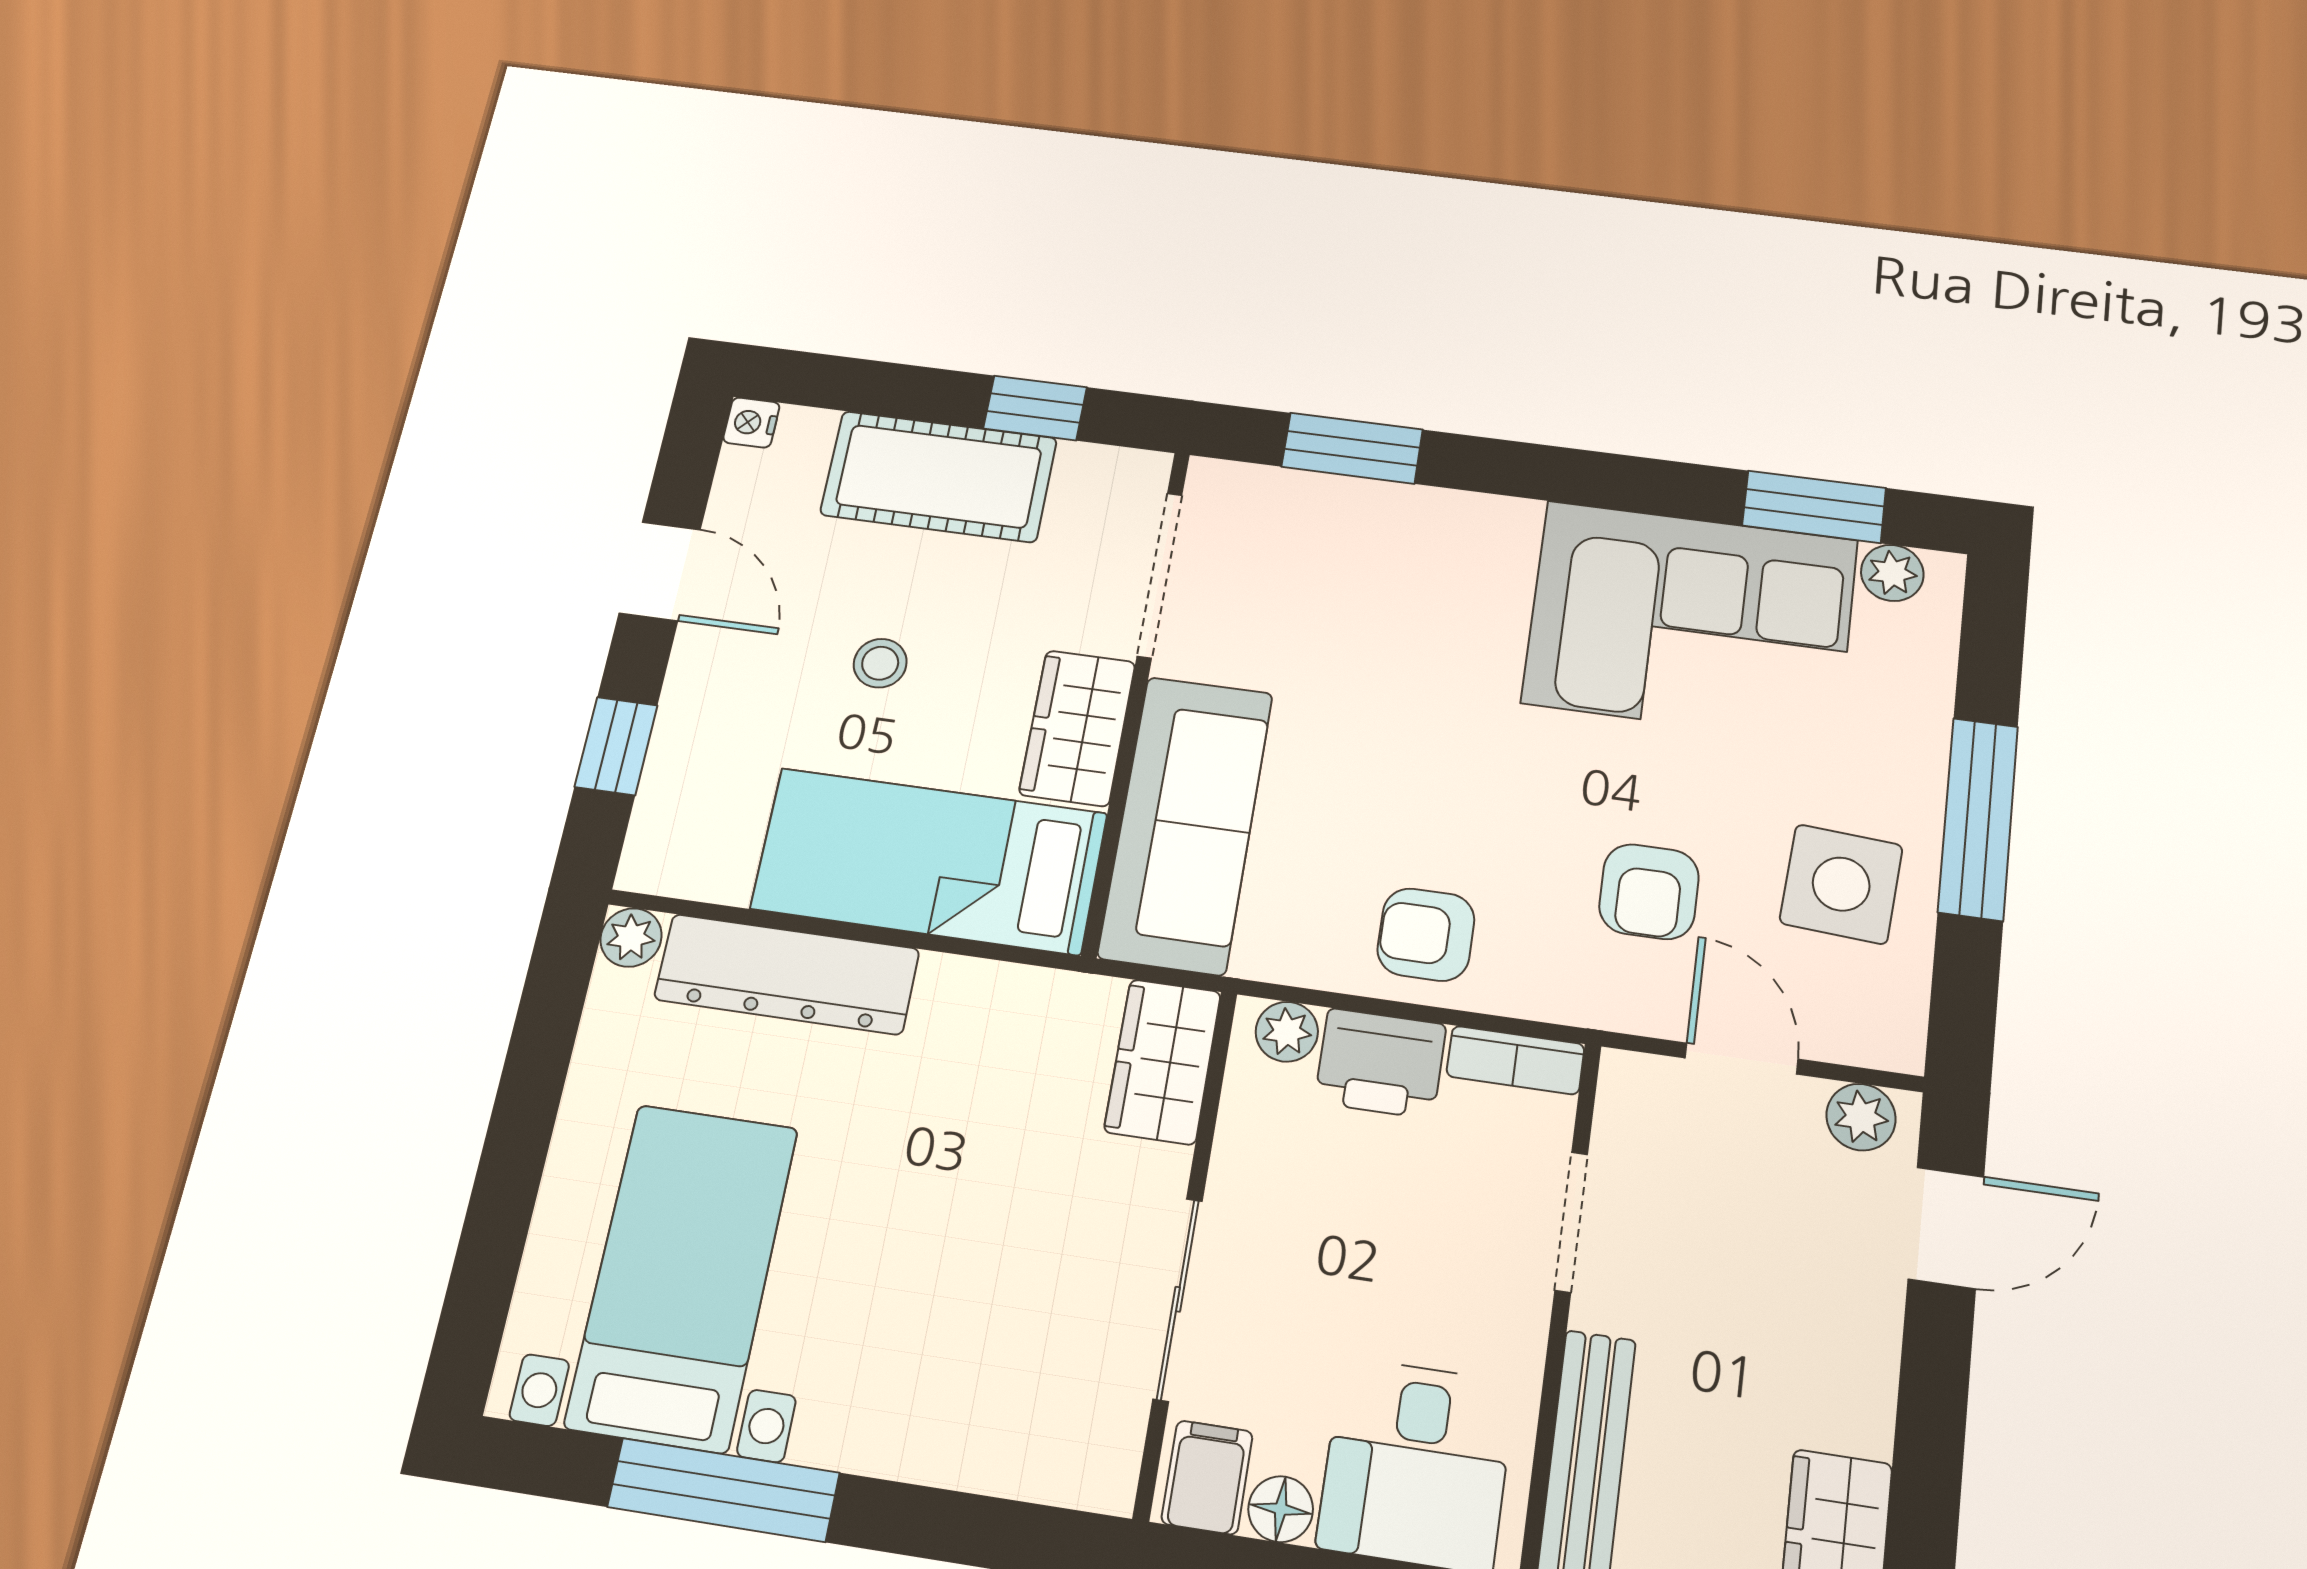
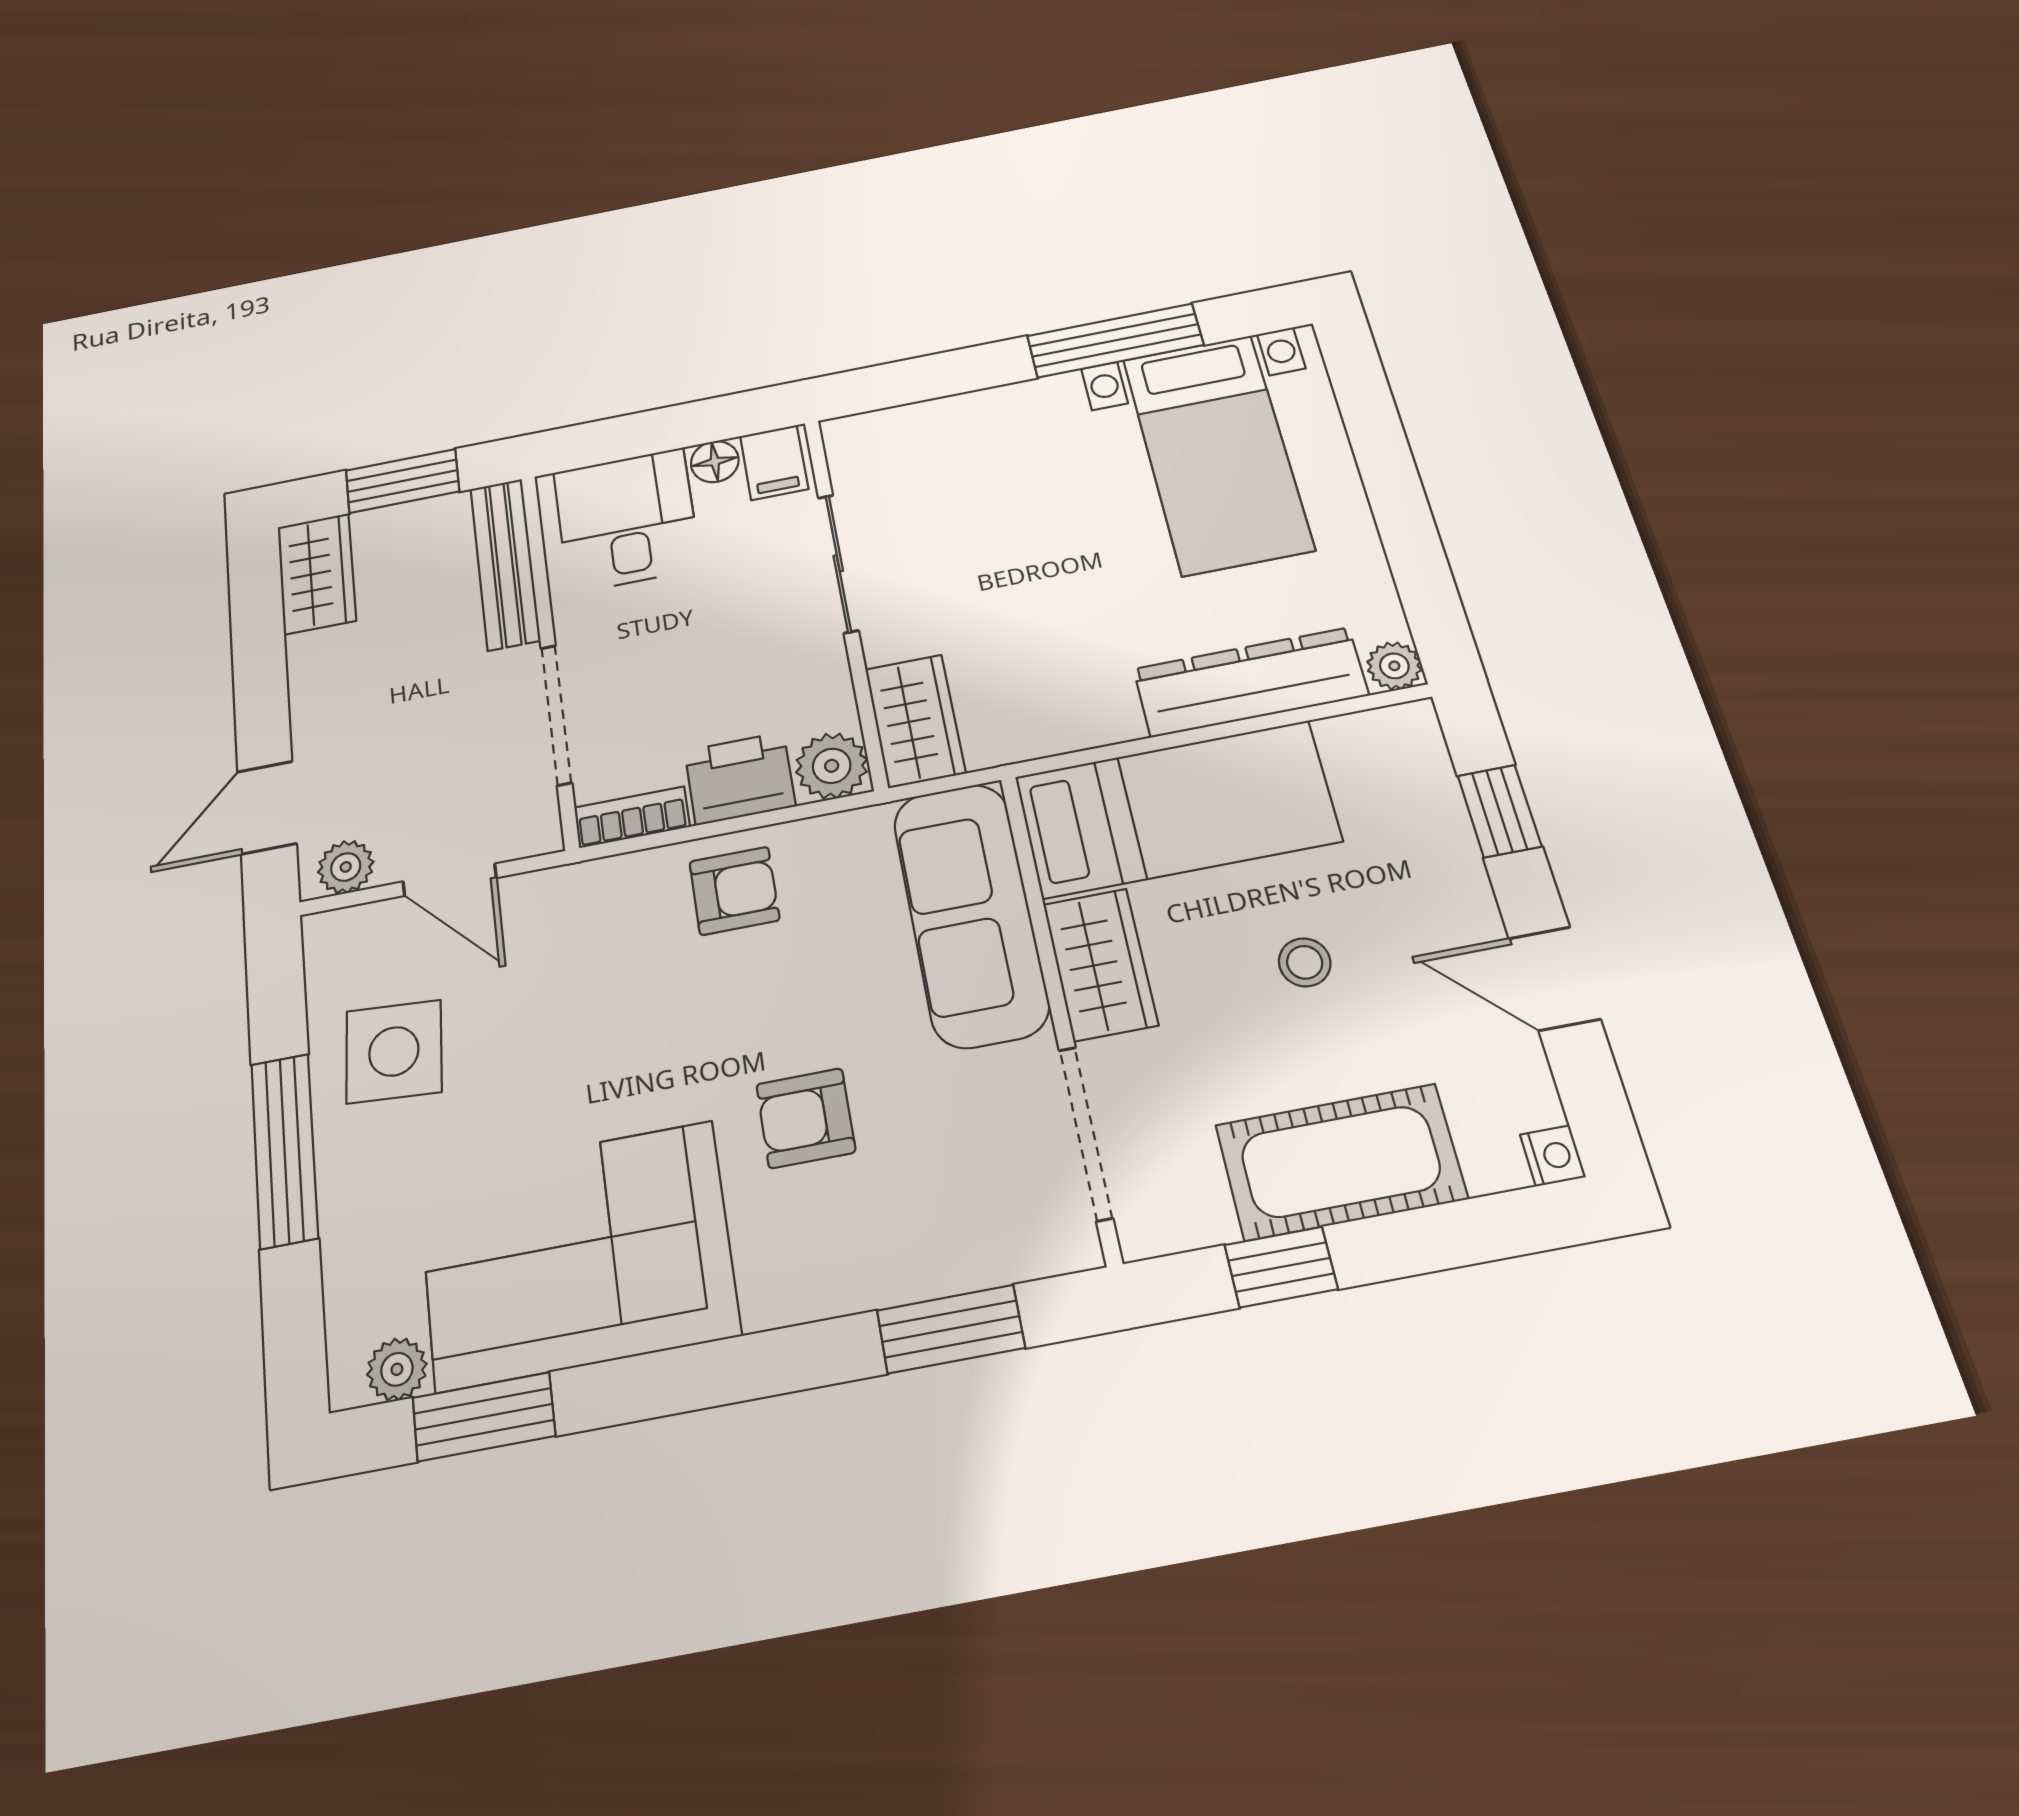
armchair: (1649, 892) -> (806, 1118), moved, turned -90
plant: (1287, 1032) -> (832, 766), width x1.38, depth x1.38
doorway: (1571, 1222) -> (556, 715), width x1.38

